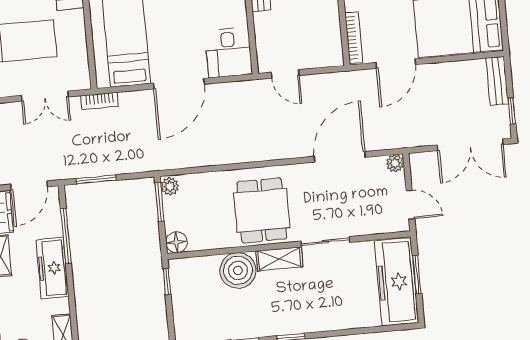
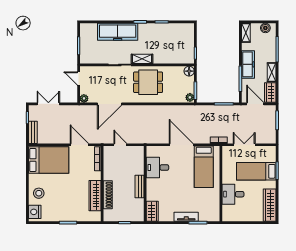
desk: (229, 53) -> (157, 167), moved, turned -90
door: (396, 64) -> (79, 145), hinge flipped
door: (285, 74) -> (120, 145), moved
door: (179, 84) -> (181, 145), hinge flipped
double door: (470, 145) -> (48, 104), width x0.73
door: (29, 186) -> (255, 104), hinge flipped
dining table: (262, 210) -> (148, 82), turned 90
boiler: (238, 270) -> (162, 55), removed
freezer: (396, 282) -> (118, 32), moved, turned 90

